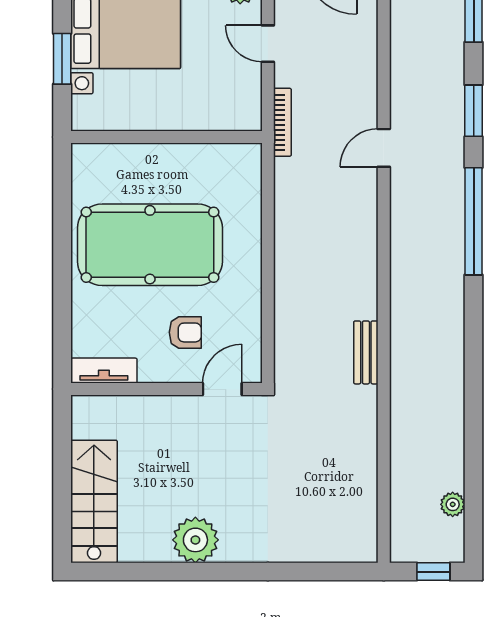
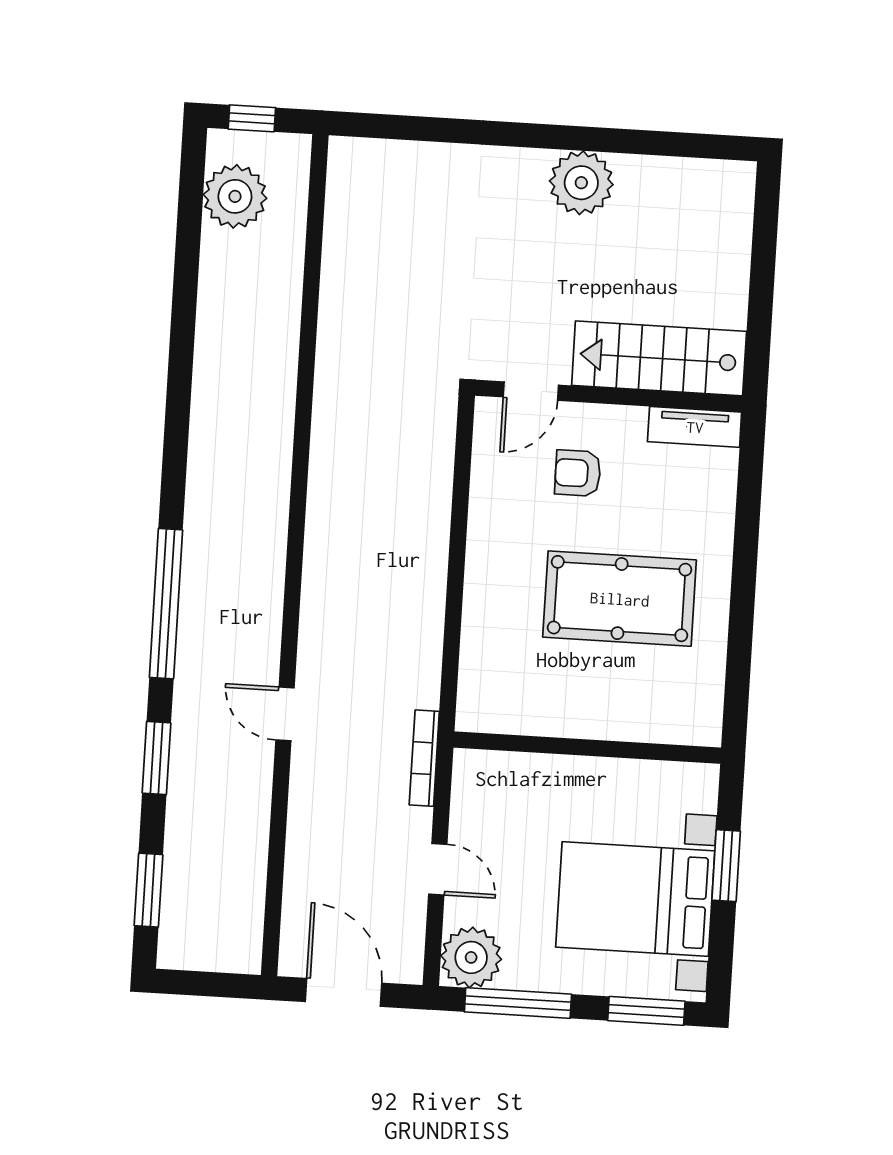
door: (384, 148) -> (285, 714), swing flipped
pool table: (150, 245) -> (620, 599), width x0.73, depth x0.76
bench: (366, 352) -> (327, 430), removed
stairs: (94, 501) -> (659, 358), moved, turned 90
plant: (453, 504) -> (235, 196), width x1.88, depth x1.88

